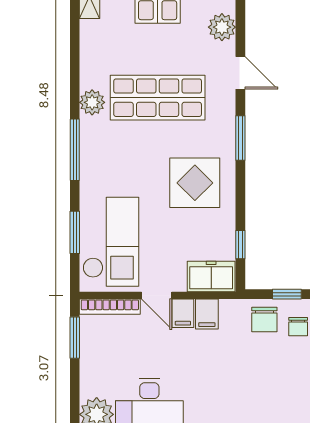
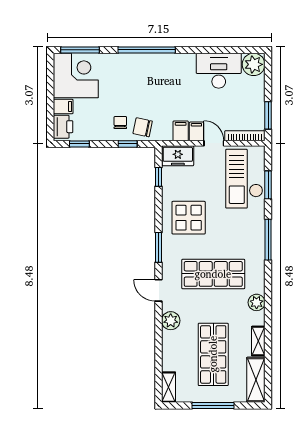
plant: (92, 102) -> (257, 302), moved
chair: (264, 319) -> (143, 127), turned -78

